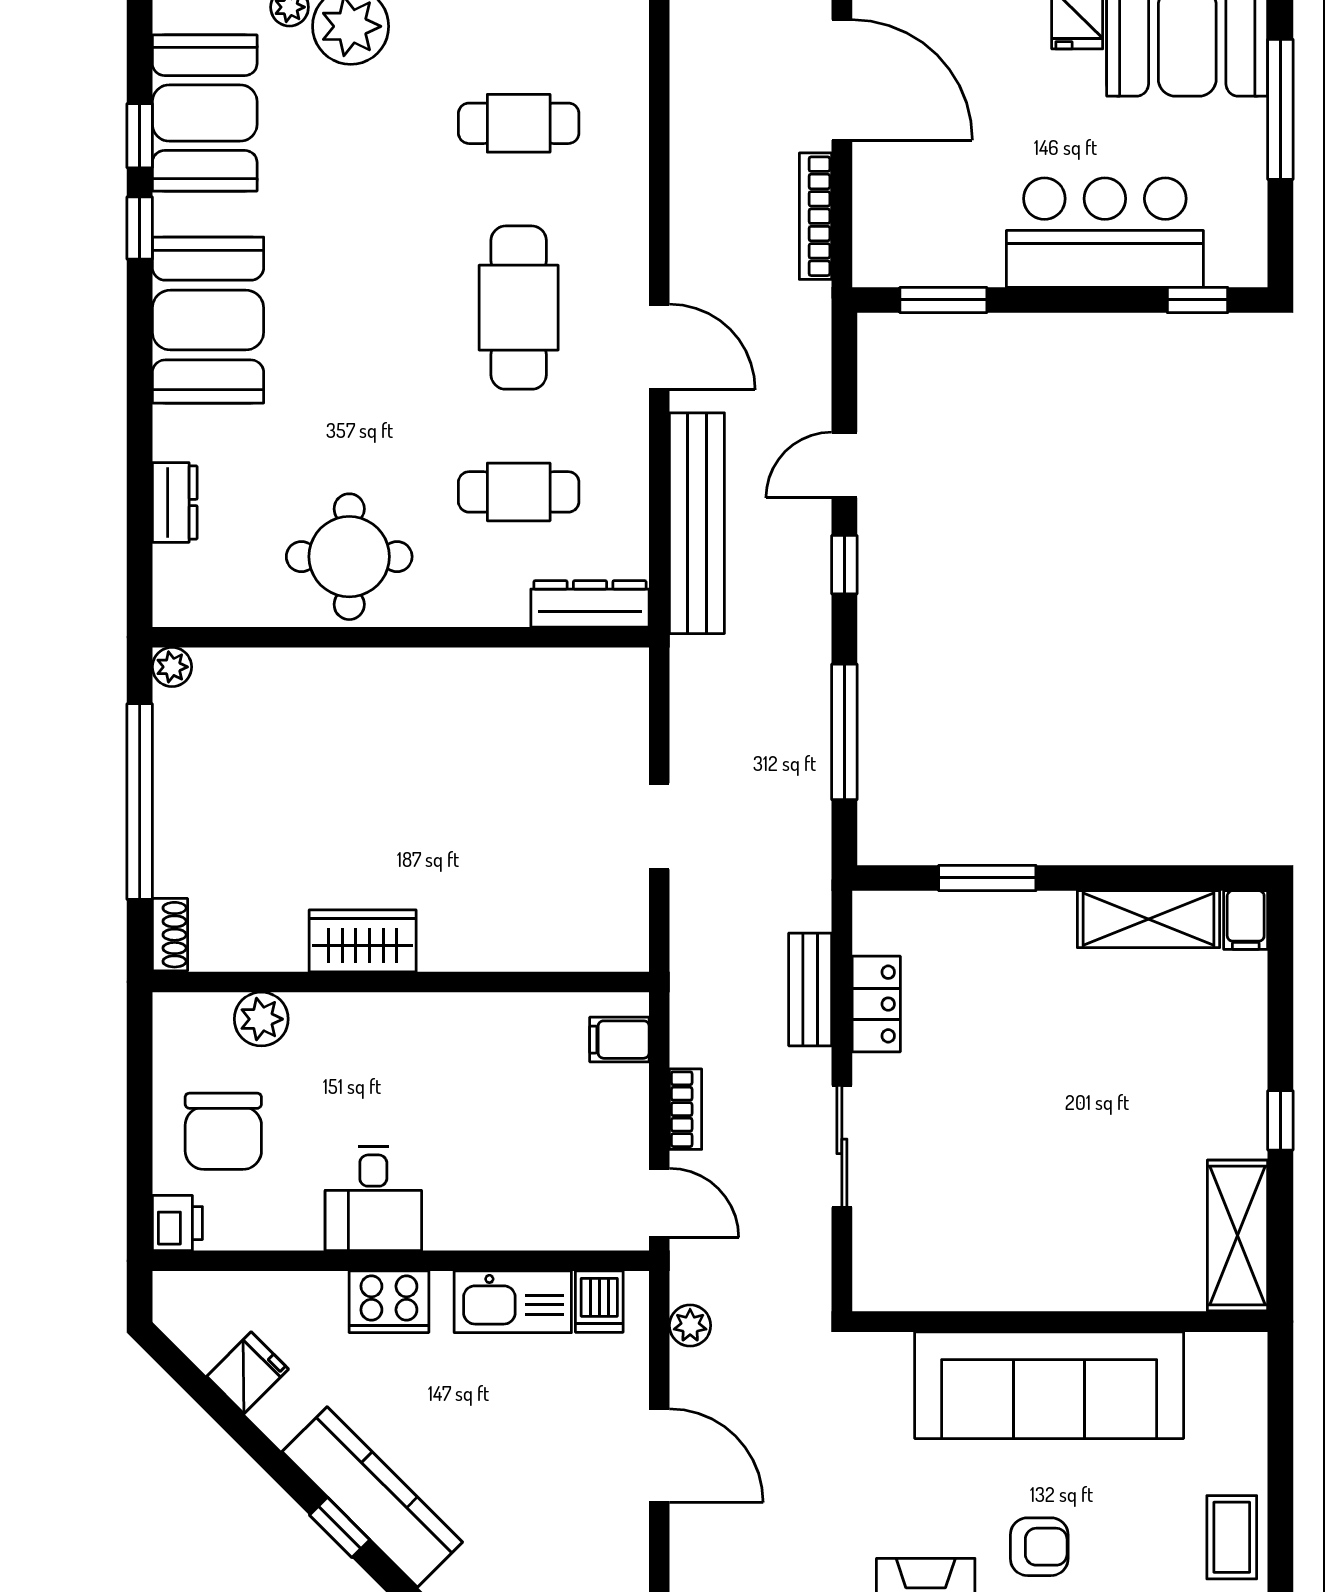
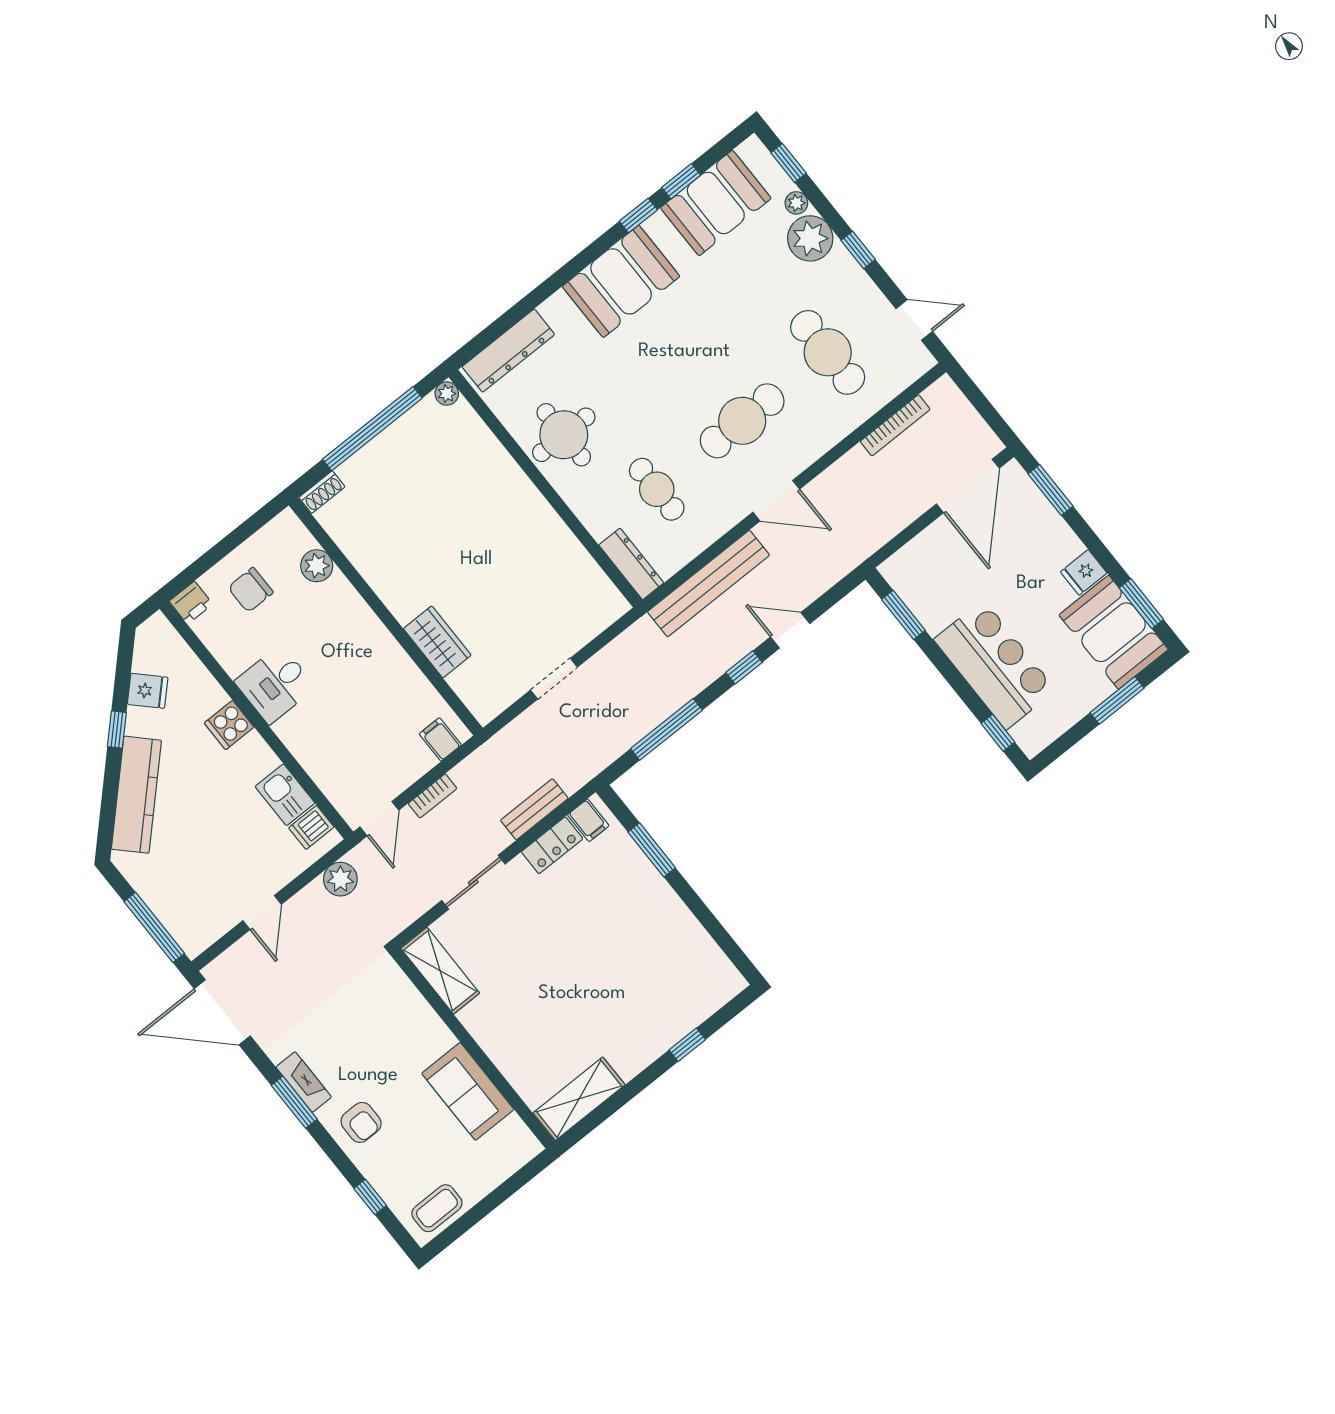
window: (1280, 109) -> (1117, 700), width x0.69
cafe table: (519, 123) -> (828, 352), width x1.37, depth x1.35
bookcase: (816, 216) -> (895, 425), moved, turned 180
door: (659, 347) -> (776, 501), hinge flipped
dresser: (175, 502) -> (508, 351), width x1.96, depth x1.24
shelving: (1148, 919) -> (440, 971), moved
filing cabinet: (1246, 920) -> (588, 820), moved, turned -90
wardrobe: (363, 941) -> (437, 642), moved
window: (1280, 1120) -> (687, 1045), moved
chair: (223, 1131) -> (251, 590), width x0.73, depth x0.73
cooker: (389, 1302) -> (229, 725), width x0.73
kitchen sink: (513, 1302) -> (285, 795), width x0.73
plant: (690, 1325) -> (340, 879), width x1.38, depth x1.38
sofa: (1049, 1385) -> (468, 1091), width x0.54, depth x0.79
door: (659, 1456) -> (262, 912), width x0.73
window: (340, 1527) -> (117, 730), moved

